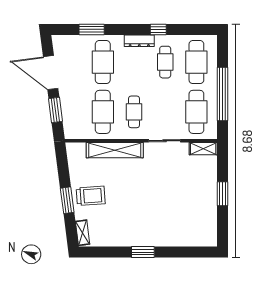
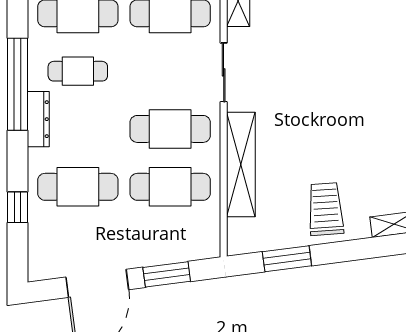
window: (92, 29) -> (17, 207), width x0.67
window: (158, 29) -> (17, 84), width x3.17
cafe table: (134, 112) -> (170, 129), width x1.37, depth x1.35
window: (67, 200) -> (287, 259), moved

